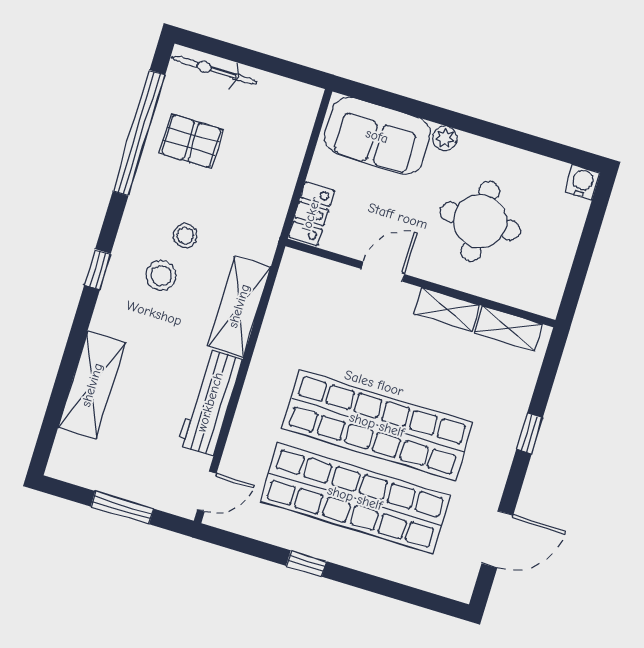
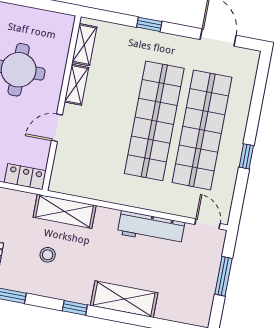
door: (383, 272) -> (57, 128), hinge flipped
stool: (161, 276) -> (74, 267), removed
shelving: (239, 306) -> (65, 211), moved
shelving: (92, 385) -> (124, 299), moved

